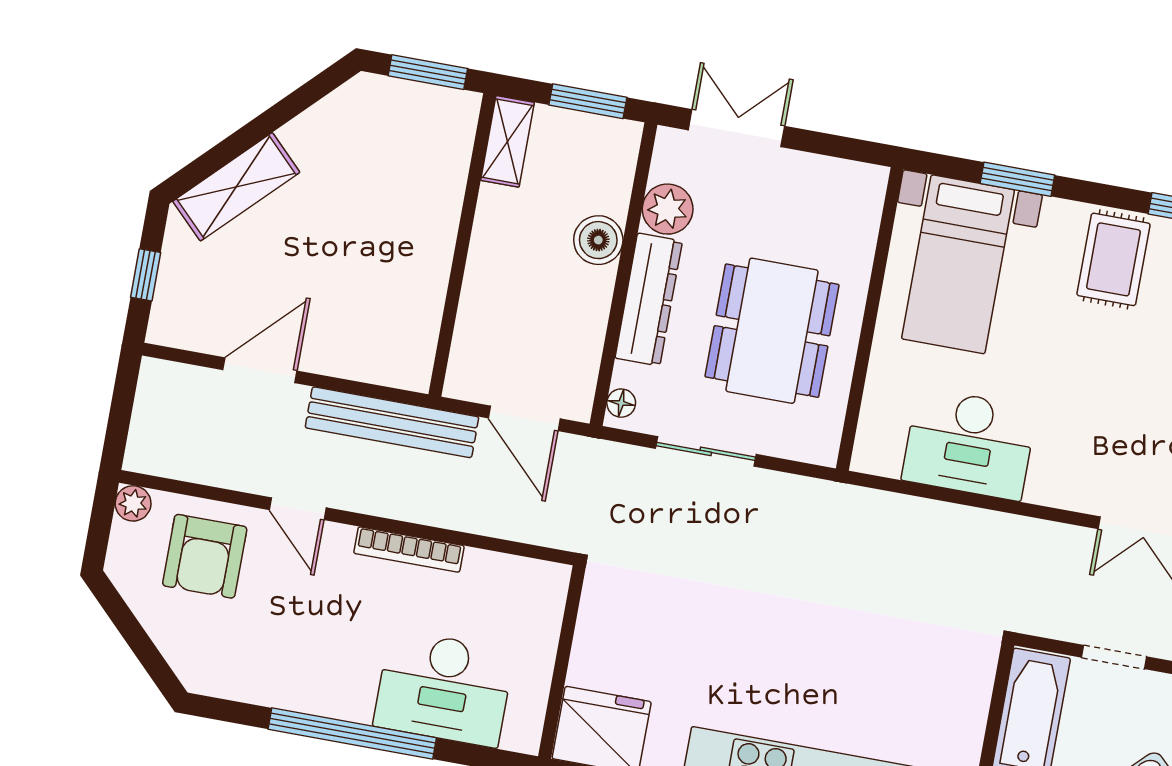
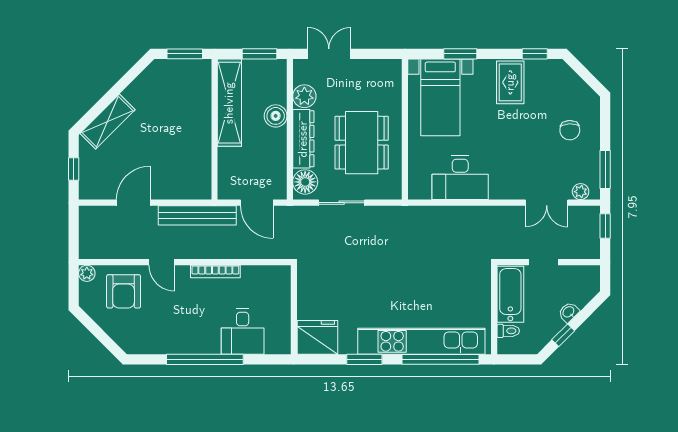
shelving: (507, 141) -> (229, 103), width x2.20, depth x1.33
floor lamp: (621, 403) -> (305, 182), width x1.89, depth x1.89
desk: (444, 688) -> (243, 331), width x0.73

